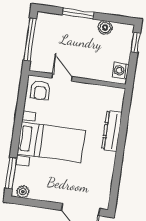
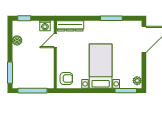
window: (78, 13) -> (10, 73), moved
door: (62, 77) -> (55, 41), moved
dresser: (112, 131) -> (70, 26), moved
window: (118, 167) -> (111, 18), added

